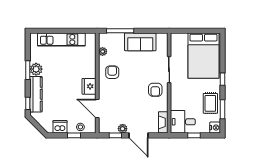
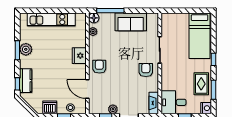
floor lamp: (104, 38) -> (94, 18), added
bed: (203, 56) -> (200, 36), width x0.67
armchair: (112, 72) -> (99, 67), moved
fridge: (89, 86) -> (79, 56), moved
armchair: (155, 90) -> (146, 70), turned 180
kitchen counter: (36, 94) -> (26, 81), width x0.67

